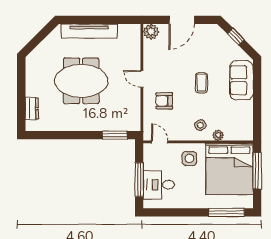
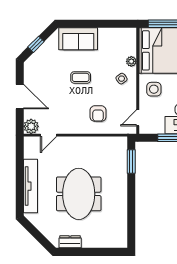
door: (142, 79) -> (48, 135), moved
dresser: (32, 108) -> (70, 242), moved

